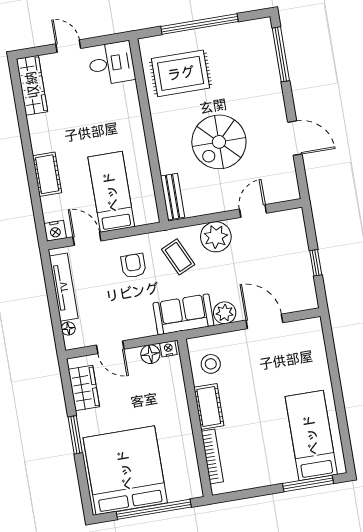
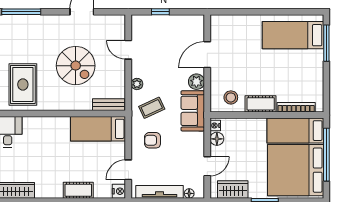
bed: (111, 192) -> (98, 129), moved
plant: (216, 237) -> (137, 84), width x0.53, depth x0.53
window: (316, 263) -> (160, 12), moved
bed: (180, 461) -> (295, 131), added

